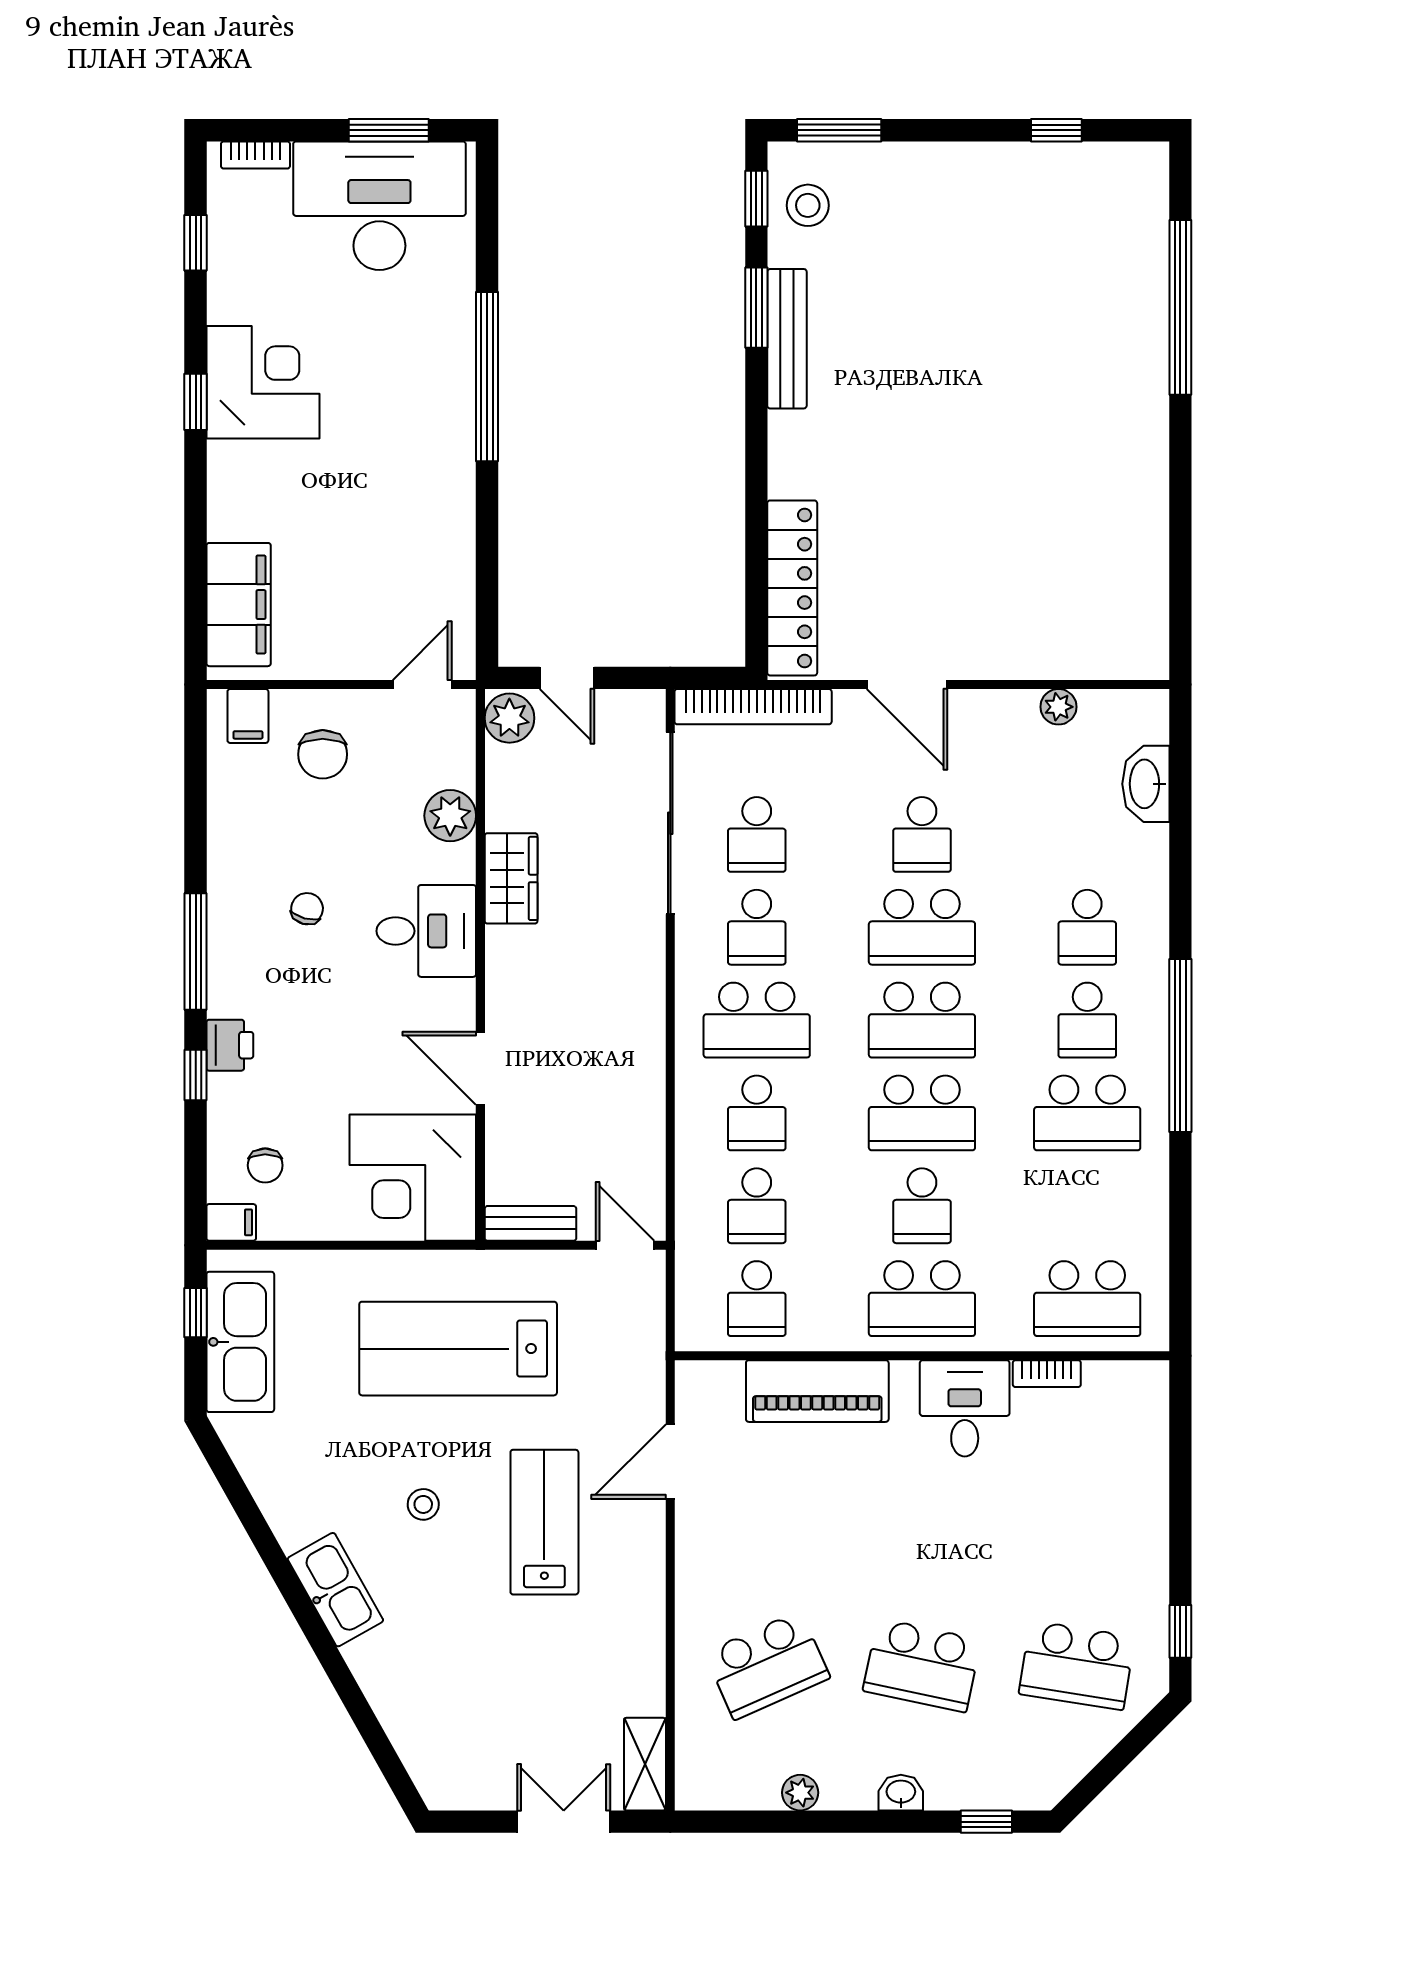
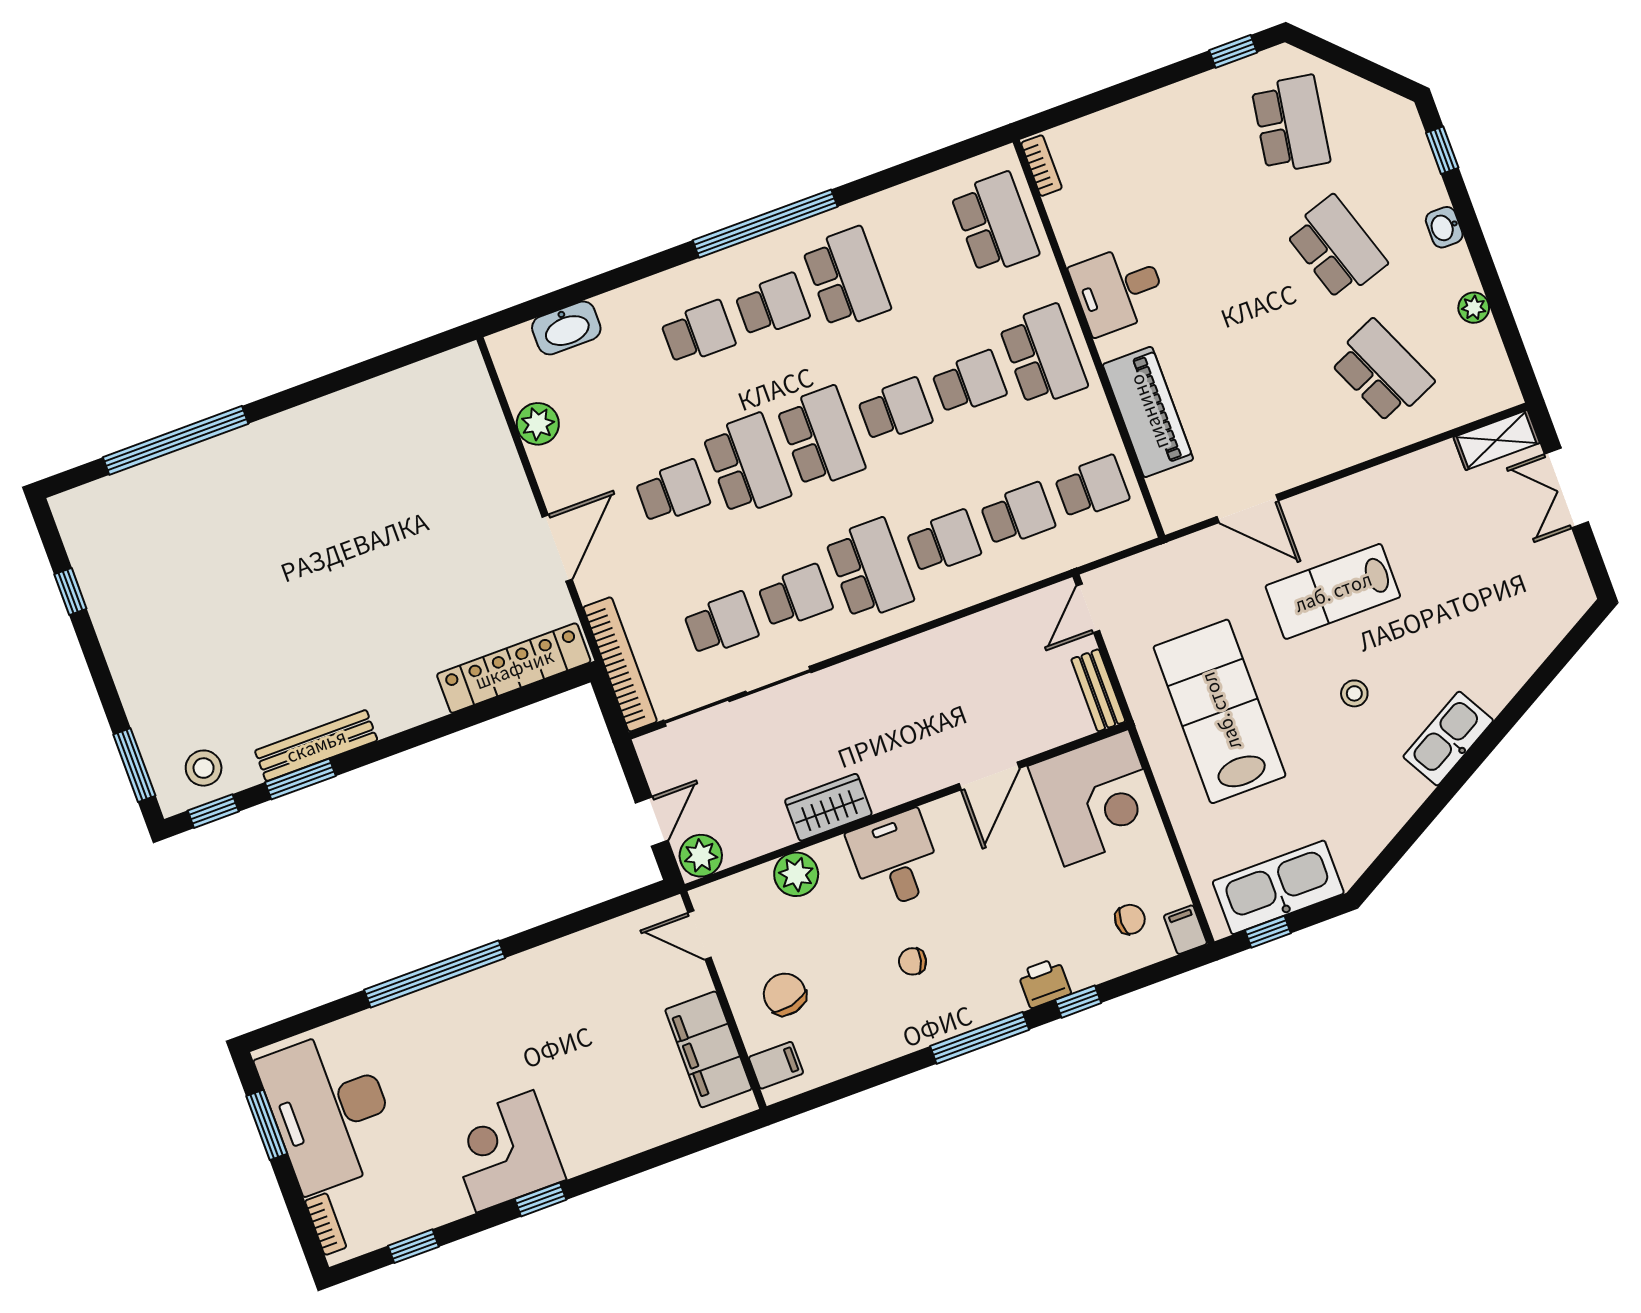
filing cabinet: (239, 605) -> (709, 1049), moved, turned -90
plant: (1058, 707) -> (538, 424), width x1.38, depth x1.38
chair: (323, 754) -> (785, 994), turned -103
school desk: (922, 1113) -> (895, 410), width x0.54
lab bench: (458, 1349) -> (1220, 711), turned 180
bookcase: (1047, 1374) -> (1042, 166), moved
school desk: (922, 1665) -> (1336, 248), turned -30

